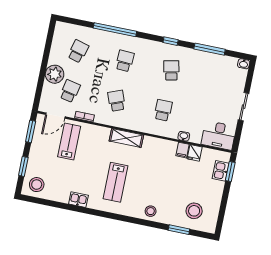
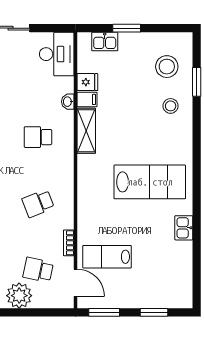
shelving: (126, 138) -> (86, 131), moved
window: (230, 171) -> (127, 28), moved
lab bench: (116, 182) -> (150, 182), width x1.36, depth x1.39
stool: (37, 185) -> (175, 289), removed
stool: (151, 211) -> (171, 106), moved

